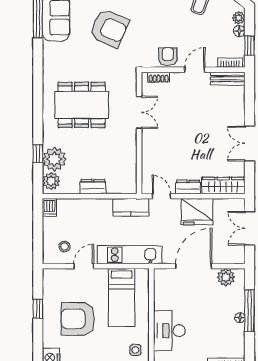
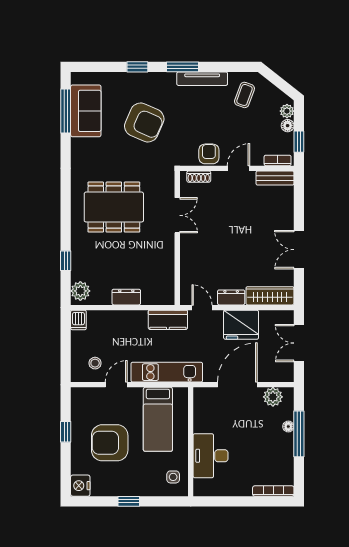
plant: (54, 159) -> (84, 267), removed
floor lamp: (240, 318) -> (288, 426), moved

